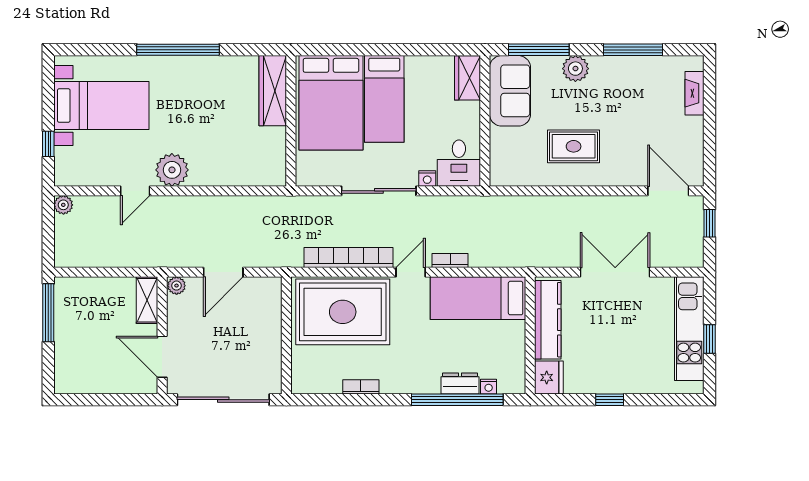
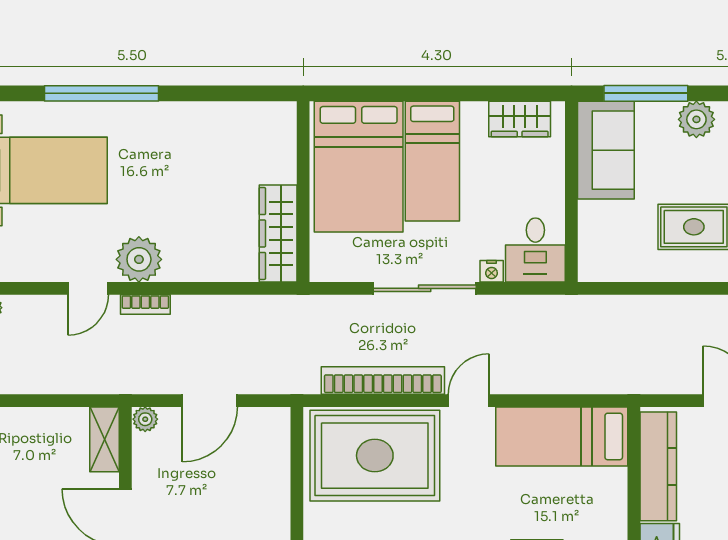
window: (178, 50) -> (101, 93), moved
wardrobe: (467, 78) -> (520, 119), moved, turned -90
wardrobe: (273, 91) -> (278, 233), moved
bookcase: (450, 260) -> (145, 304), moved, turned 180

